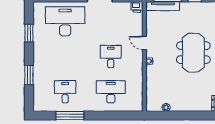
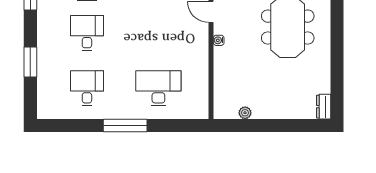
desk: (111, 57) -> (87, 33), moved
window: (70, 116) -> (125, 125), moved

